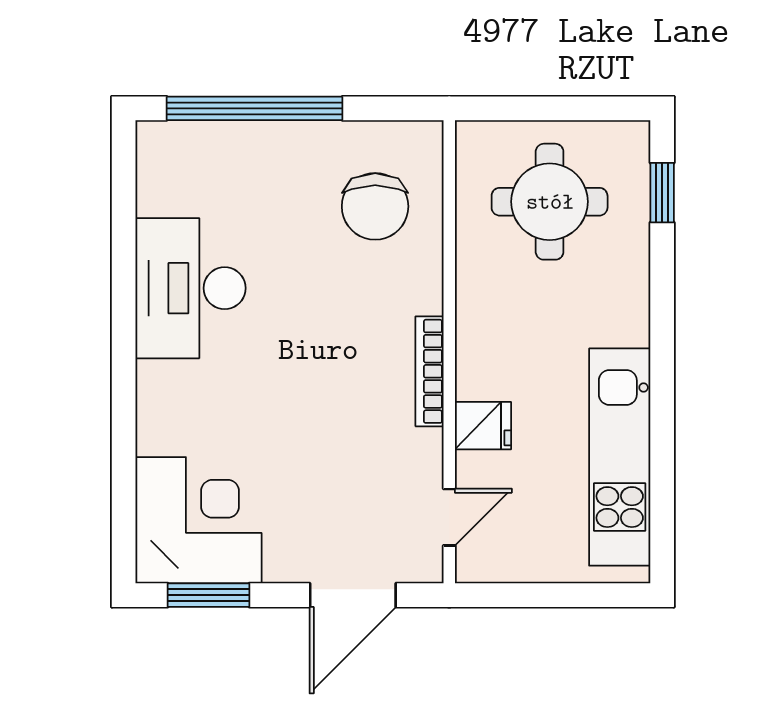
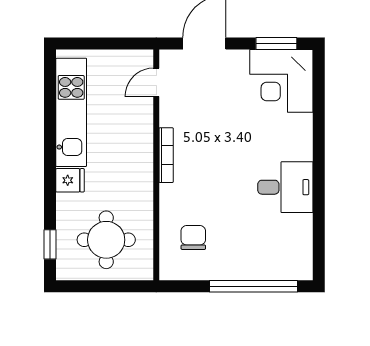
chair: (375, 206) -> (193, 237), width x0.73, depth x0.73
desk: (190, 288) -> (285, 187), width x0.73
fridge: (483, 426) -> (70, 180), moved, turned 180

